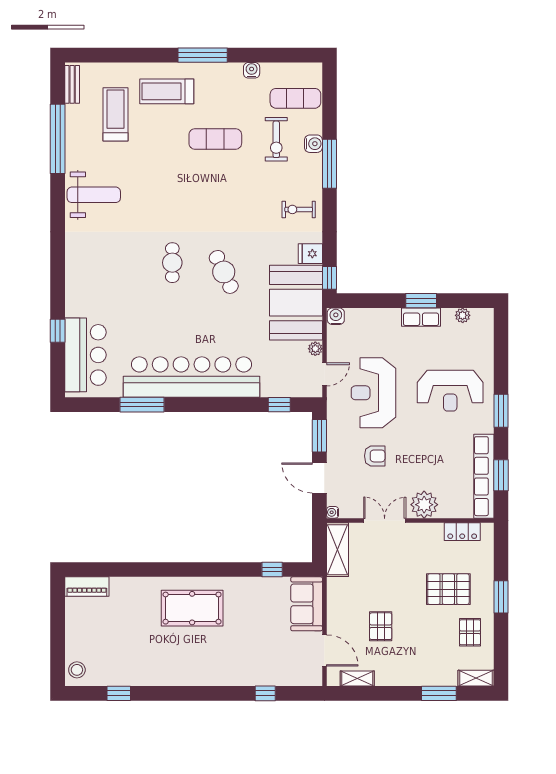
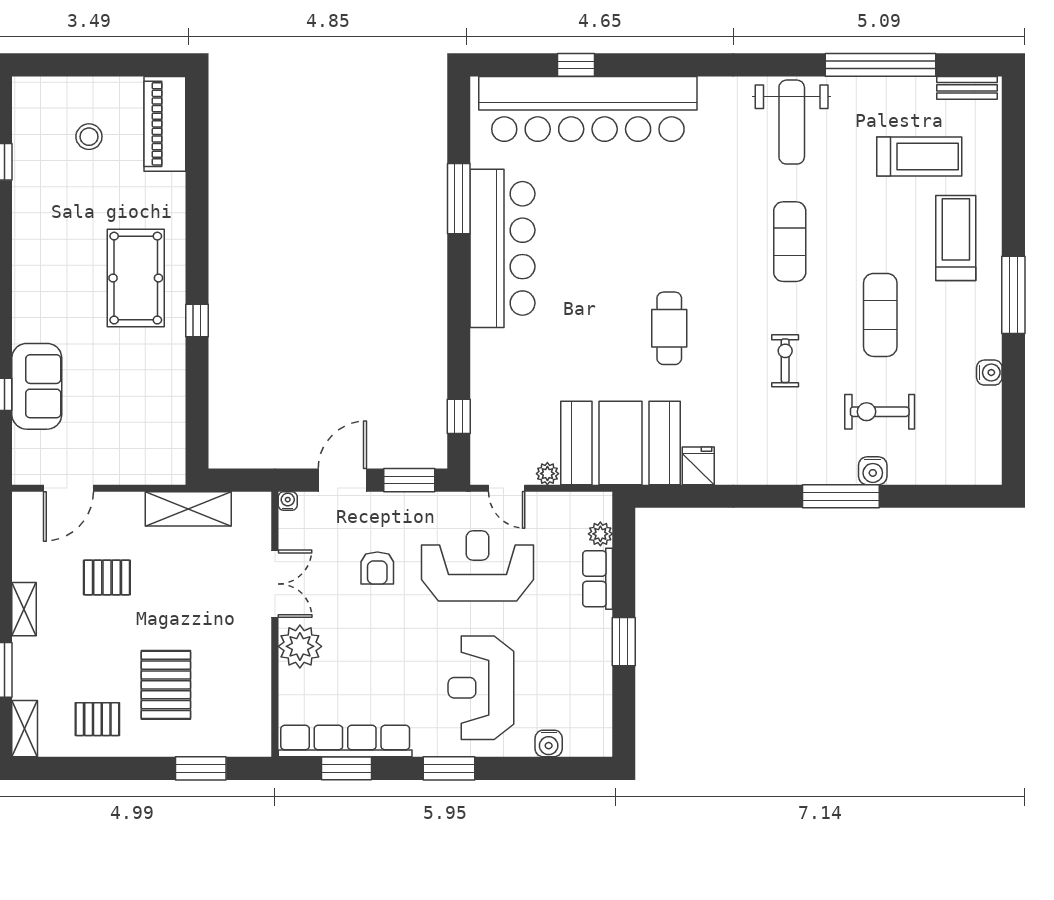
exercise mat: (295, 98) -> (790, 242), moved
exercise bike: (299, 209) -> (785, 361), moved
cafe table: (172, 263) -> (684, 247), removed
cafe table: (224, 272) -> (669, 328), turned -65
window: (330, 278) -> (660, 496), removed
plant: (463, 315) -> (600, 534), moved
water cooler: (336, 316) -> (549, 743), moved, turned 90
row of seats: (421, 317) -> (598, 579), moved
bar counter: (85, 355) -> (588, 109), width x1.86
bar counter: (192, 377) -> (503, 248), width x0.73
locker: (462, 532) -> (257, 707), removed
shelving: (337, 550) -> (188, 509), moved
window: (272, 570) -> (197, 320), moved
piano: (87, 587) -> (165, 124), width x1.37, depth x1.33
window: (501, 597) -> (201, 768), moved
sofa: (307, 604) -> (37, 386), moved, turned 90
stool: (77, 670) -> (89, 137), moved
shelving: (357, 678) -> (24, 609), moved

